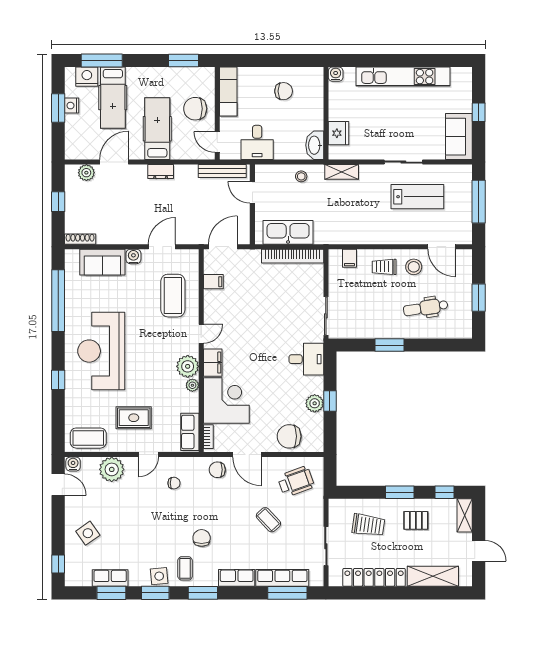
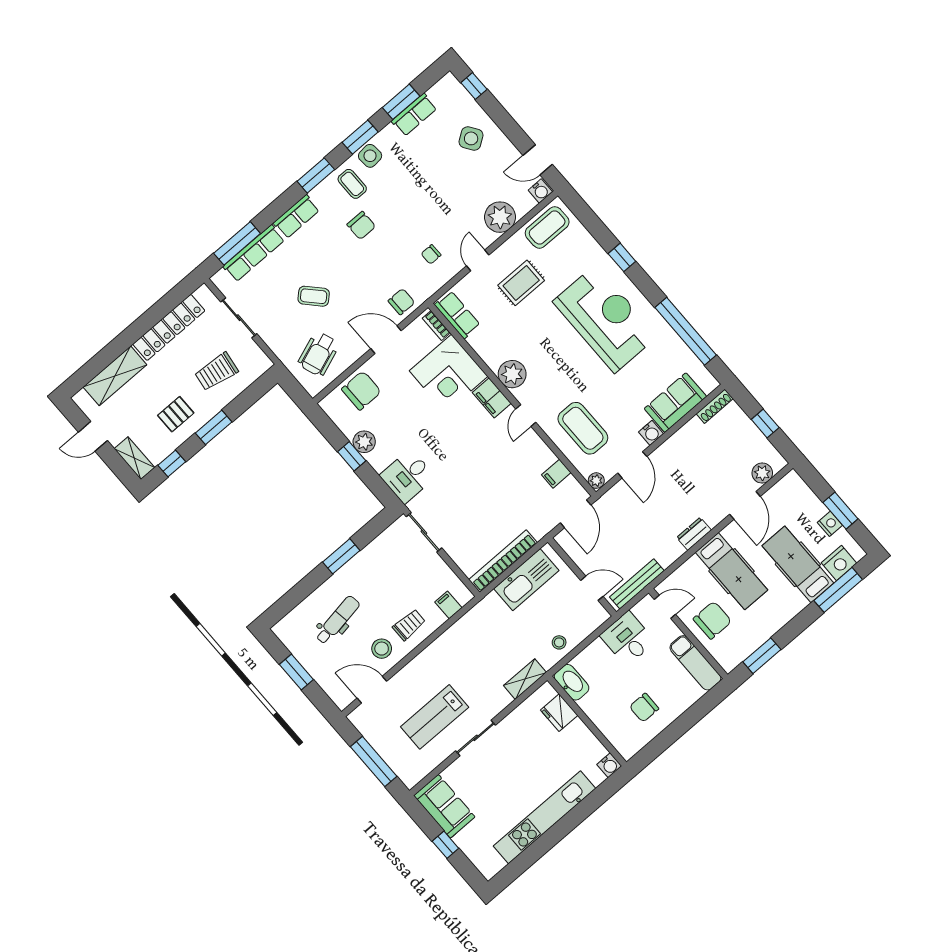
plant: (192, 385) -> (596, 481), moved

